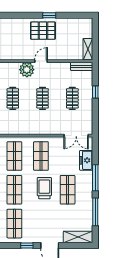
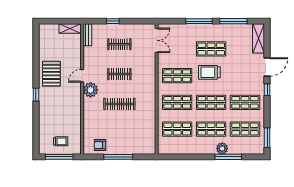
window: (49, 15) -> (36, 95), moved
door: (41, 61) -> (82, 76), hinge flipped
clothes rail: (13, 98) -> (119, 104), width x1.36
freezer: (86, 160) -> (182, 30), removed

